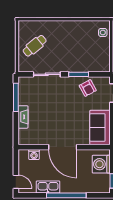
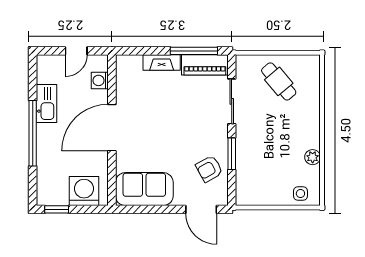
plant: (81, 25) -> (313, 157), added
piano: (25, 91) -> (205, 65), added
door: (16, 182) -> (76, 51), moved

